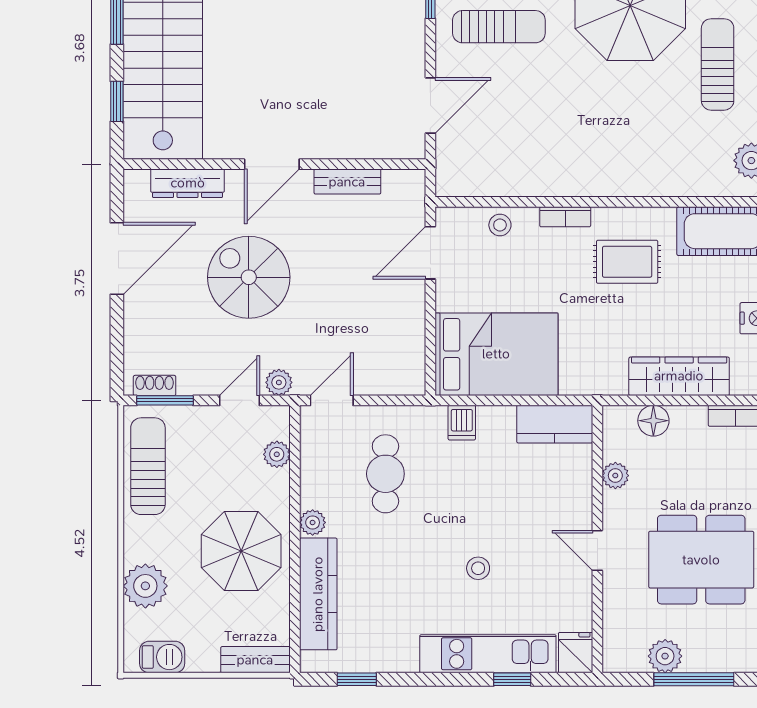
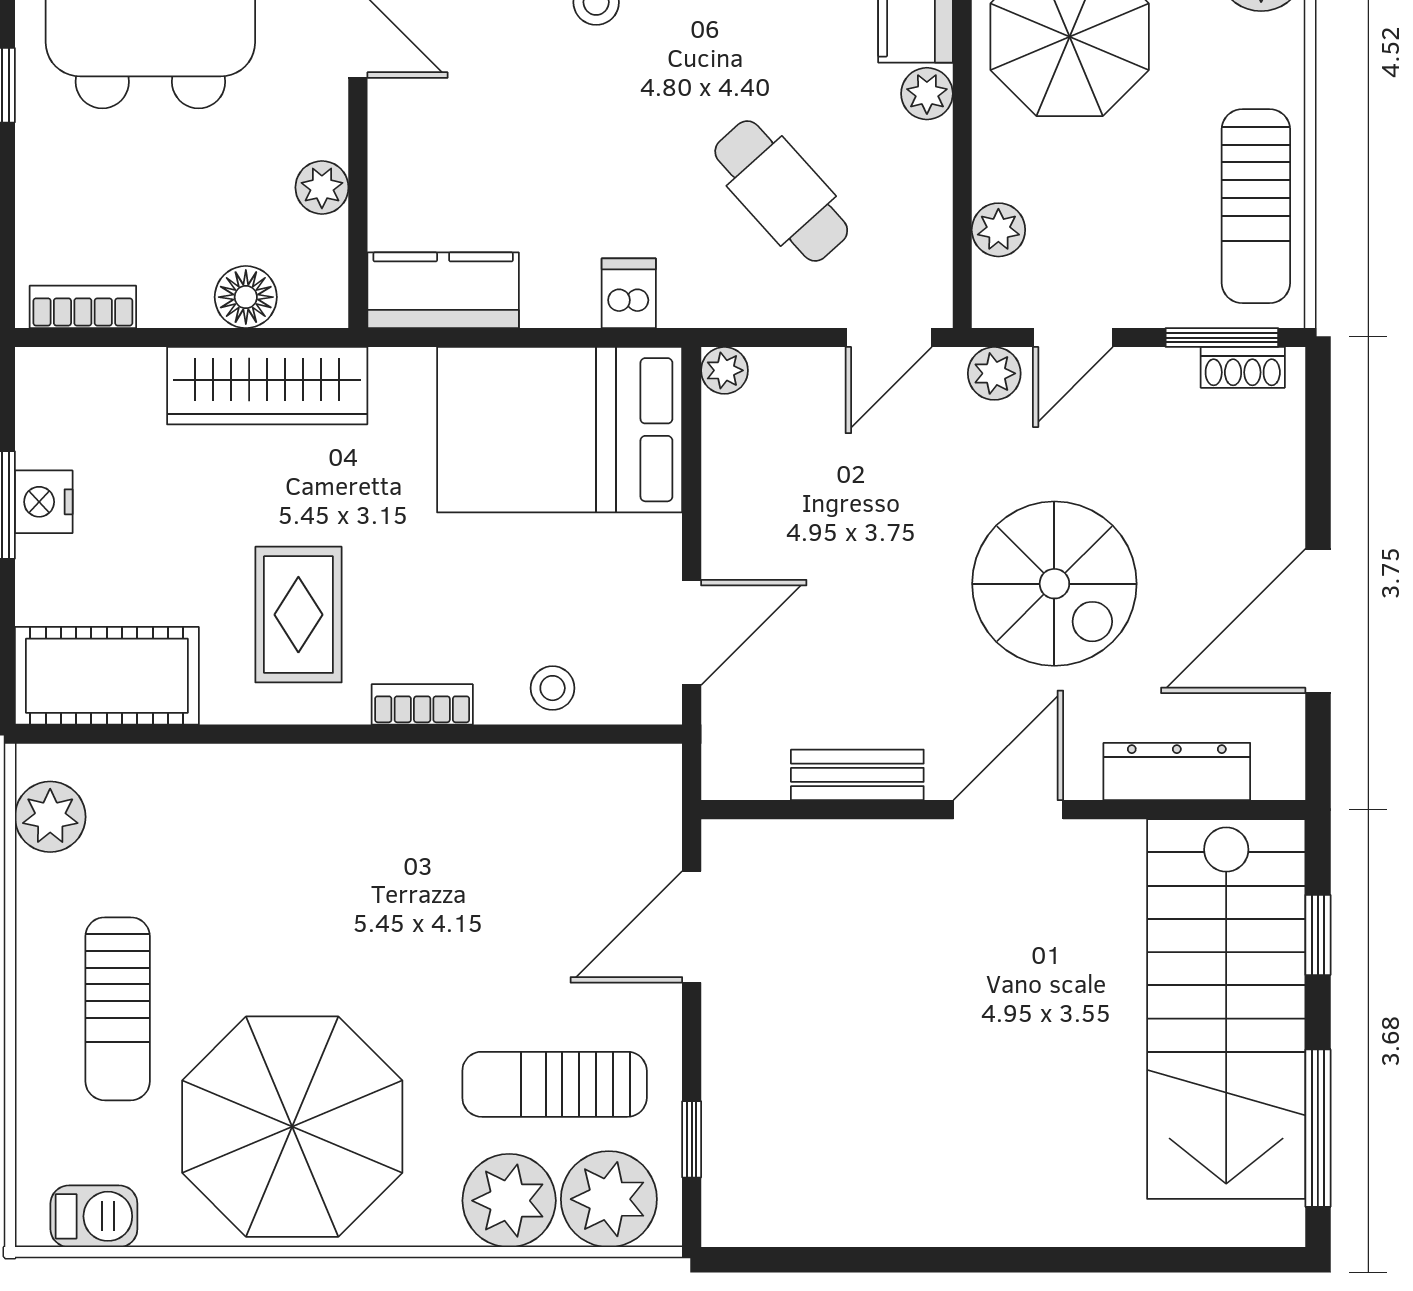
rug: (627, 262) -> (298, 615), turned 90
wardrobe: (679, 376) -> (267, 386), moved
plant: (414, 384) -> (724, 370), added
cafe table: (385, 474) -> (781, 191), turned -42

